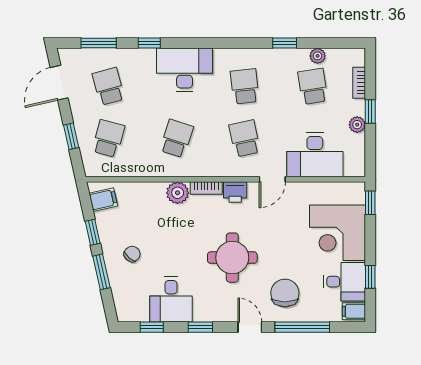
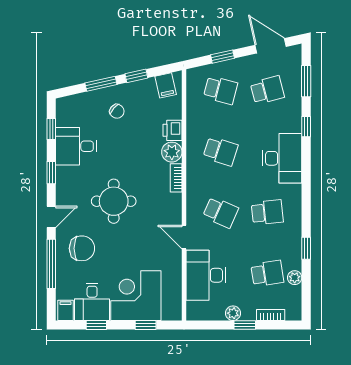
school desk: (245, 138) -> (221, 212), turned 36
printer: (235, 192) -> (173, 130), moved
window: (370, 203) -> (146, 325), moved

